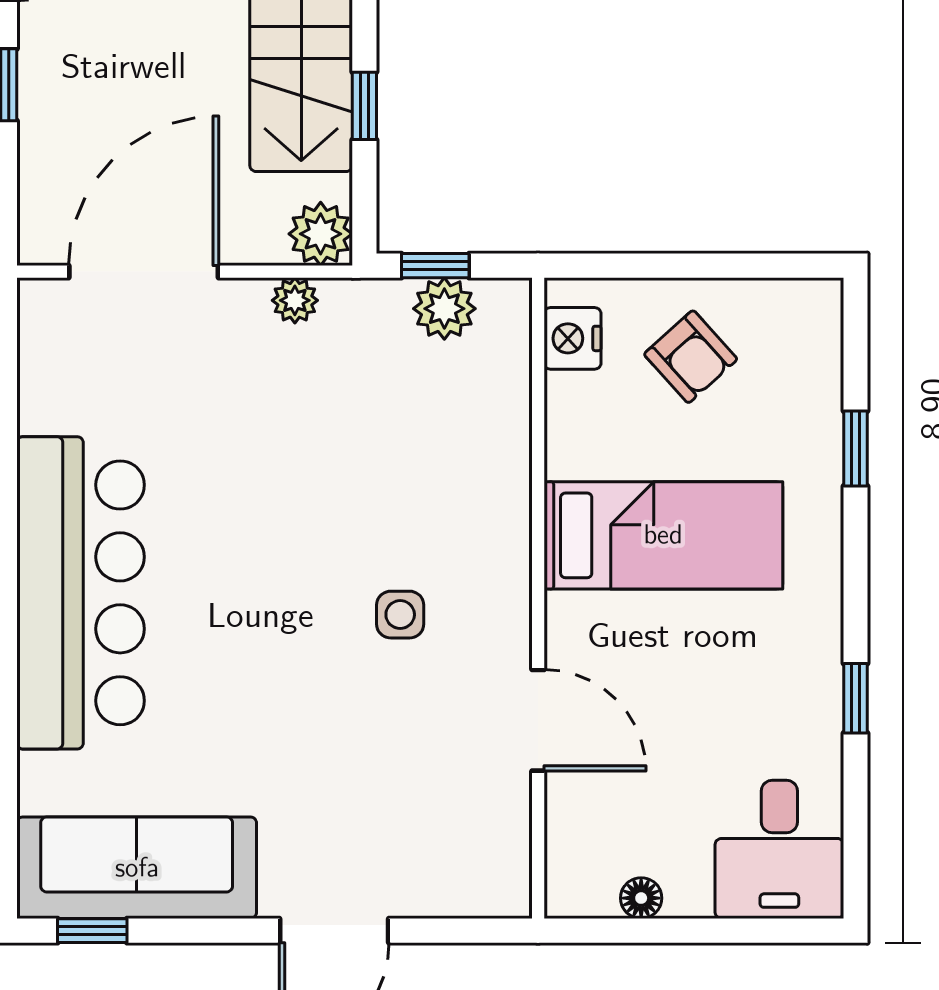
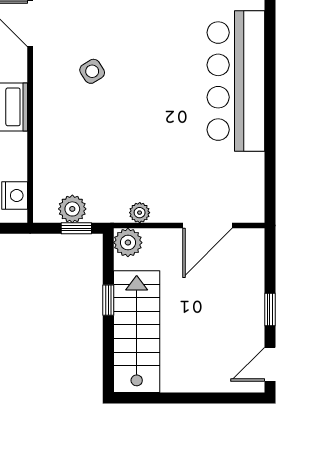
door: (144, 272) -> (208, 226), width x0.73
side table: (400, 615) -> (92, 71), turned -32

